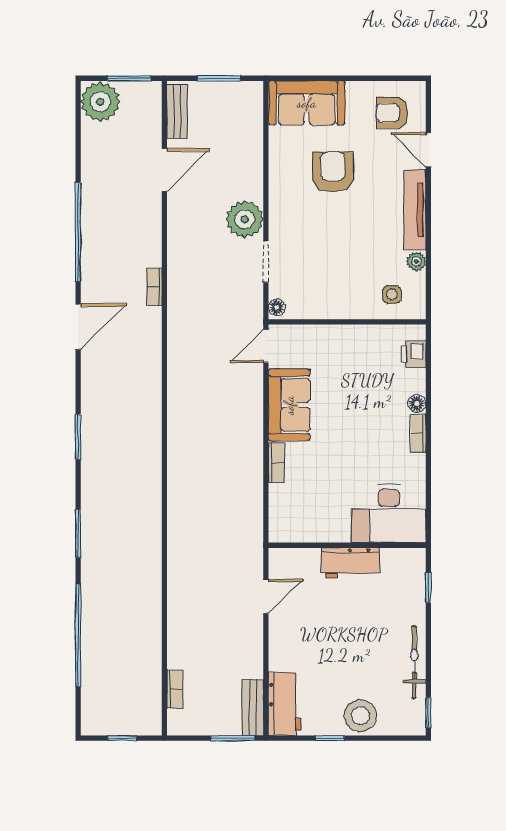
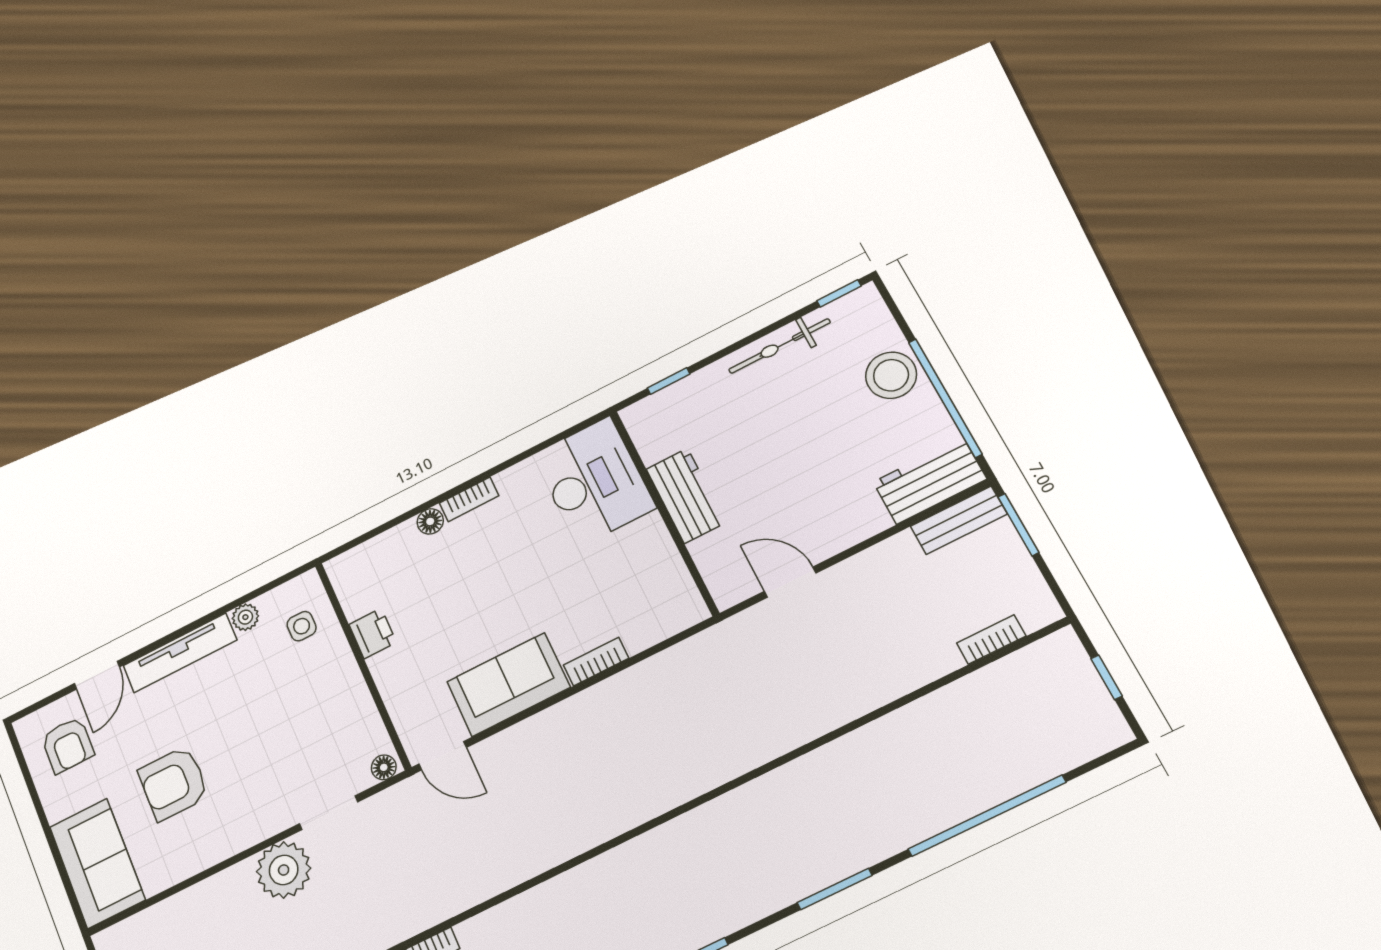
printer: (414, 354) -> (373, 633), moved, turned -90
window: (330, 738) -> (945, 398), width x3.17

